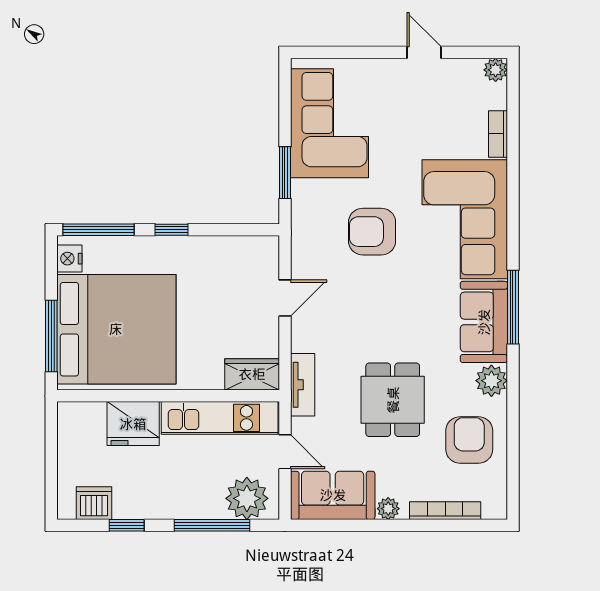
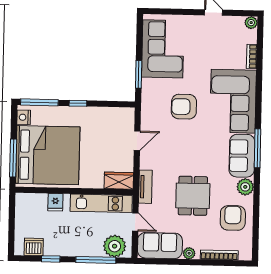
fridge: (133, 424) -> (55, 202), width x0.53, depth x0.75

